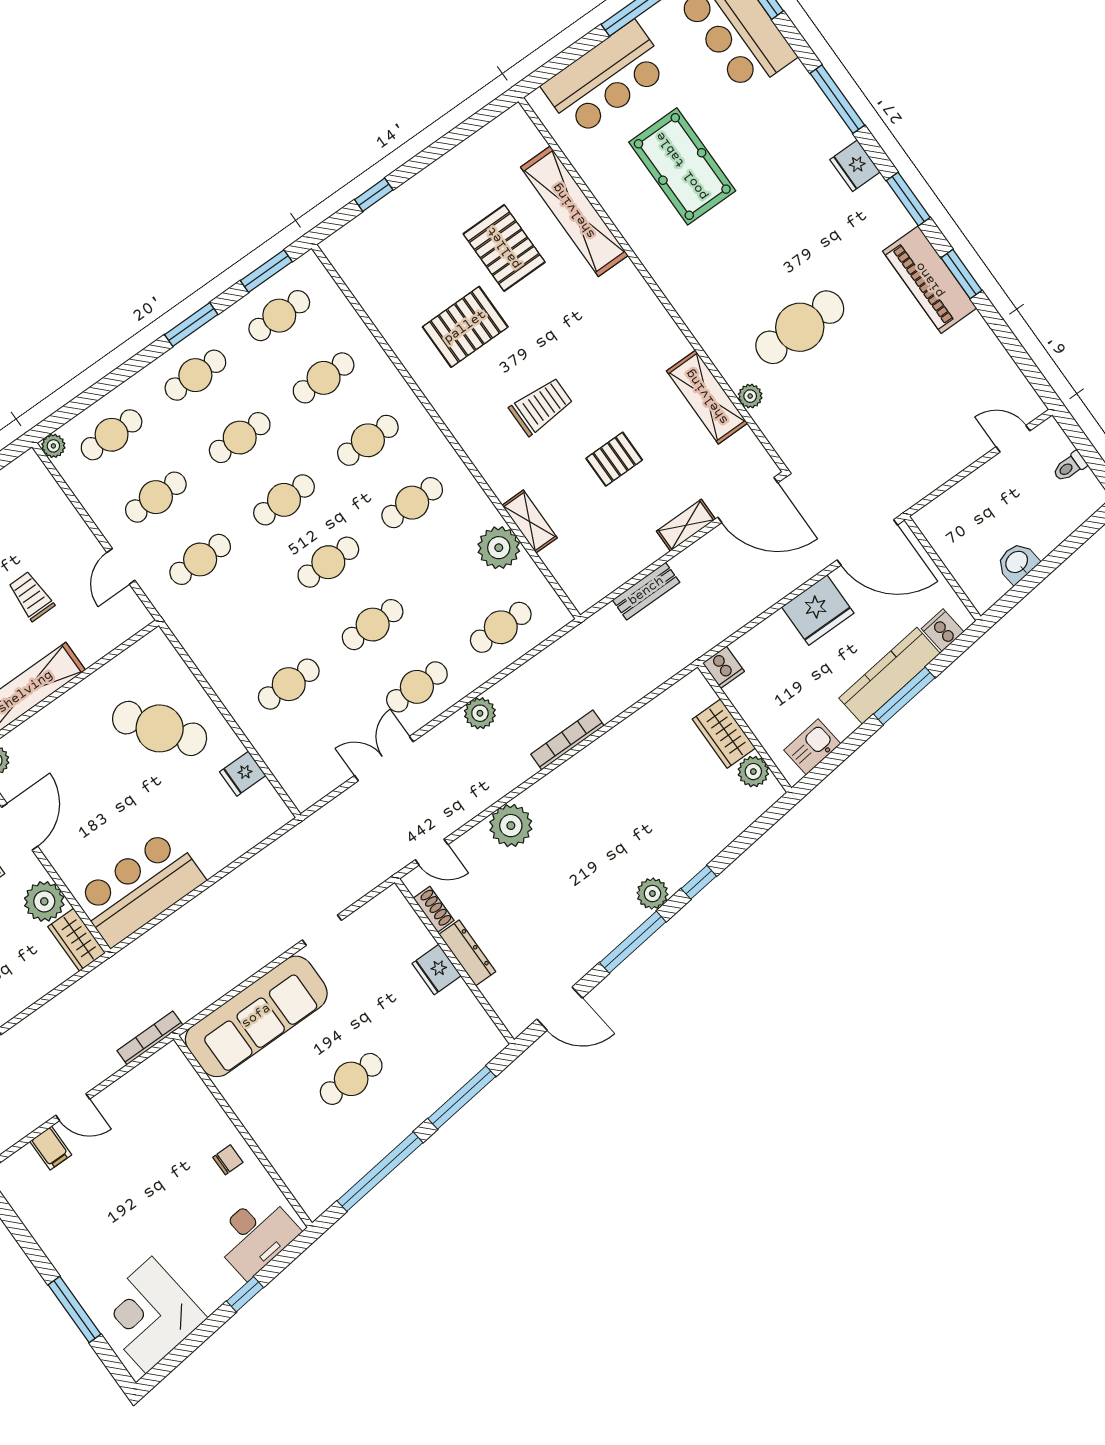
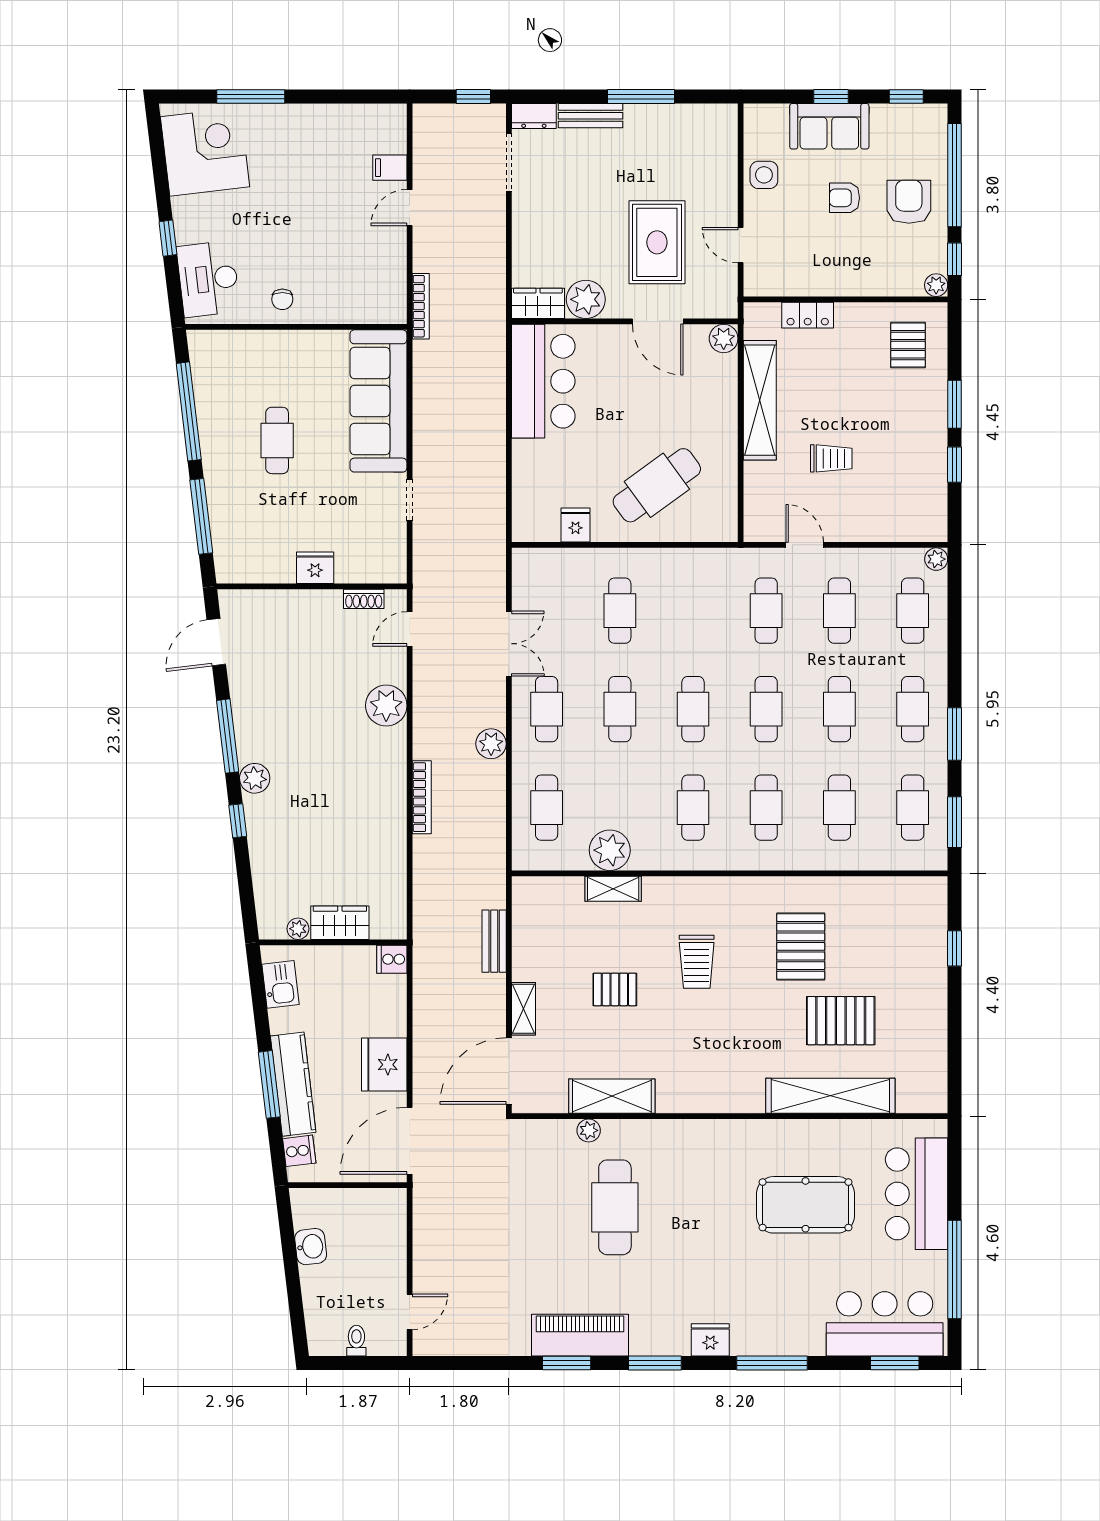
pallet: (614, 459) -> (615, 989), turned 90
plant: (753, 772) -> (298, 929), width x0.73, depth x0.73
dresser: (467, 953) -> (311, 601), removed

